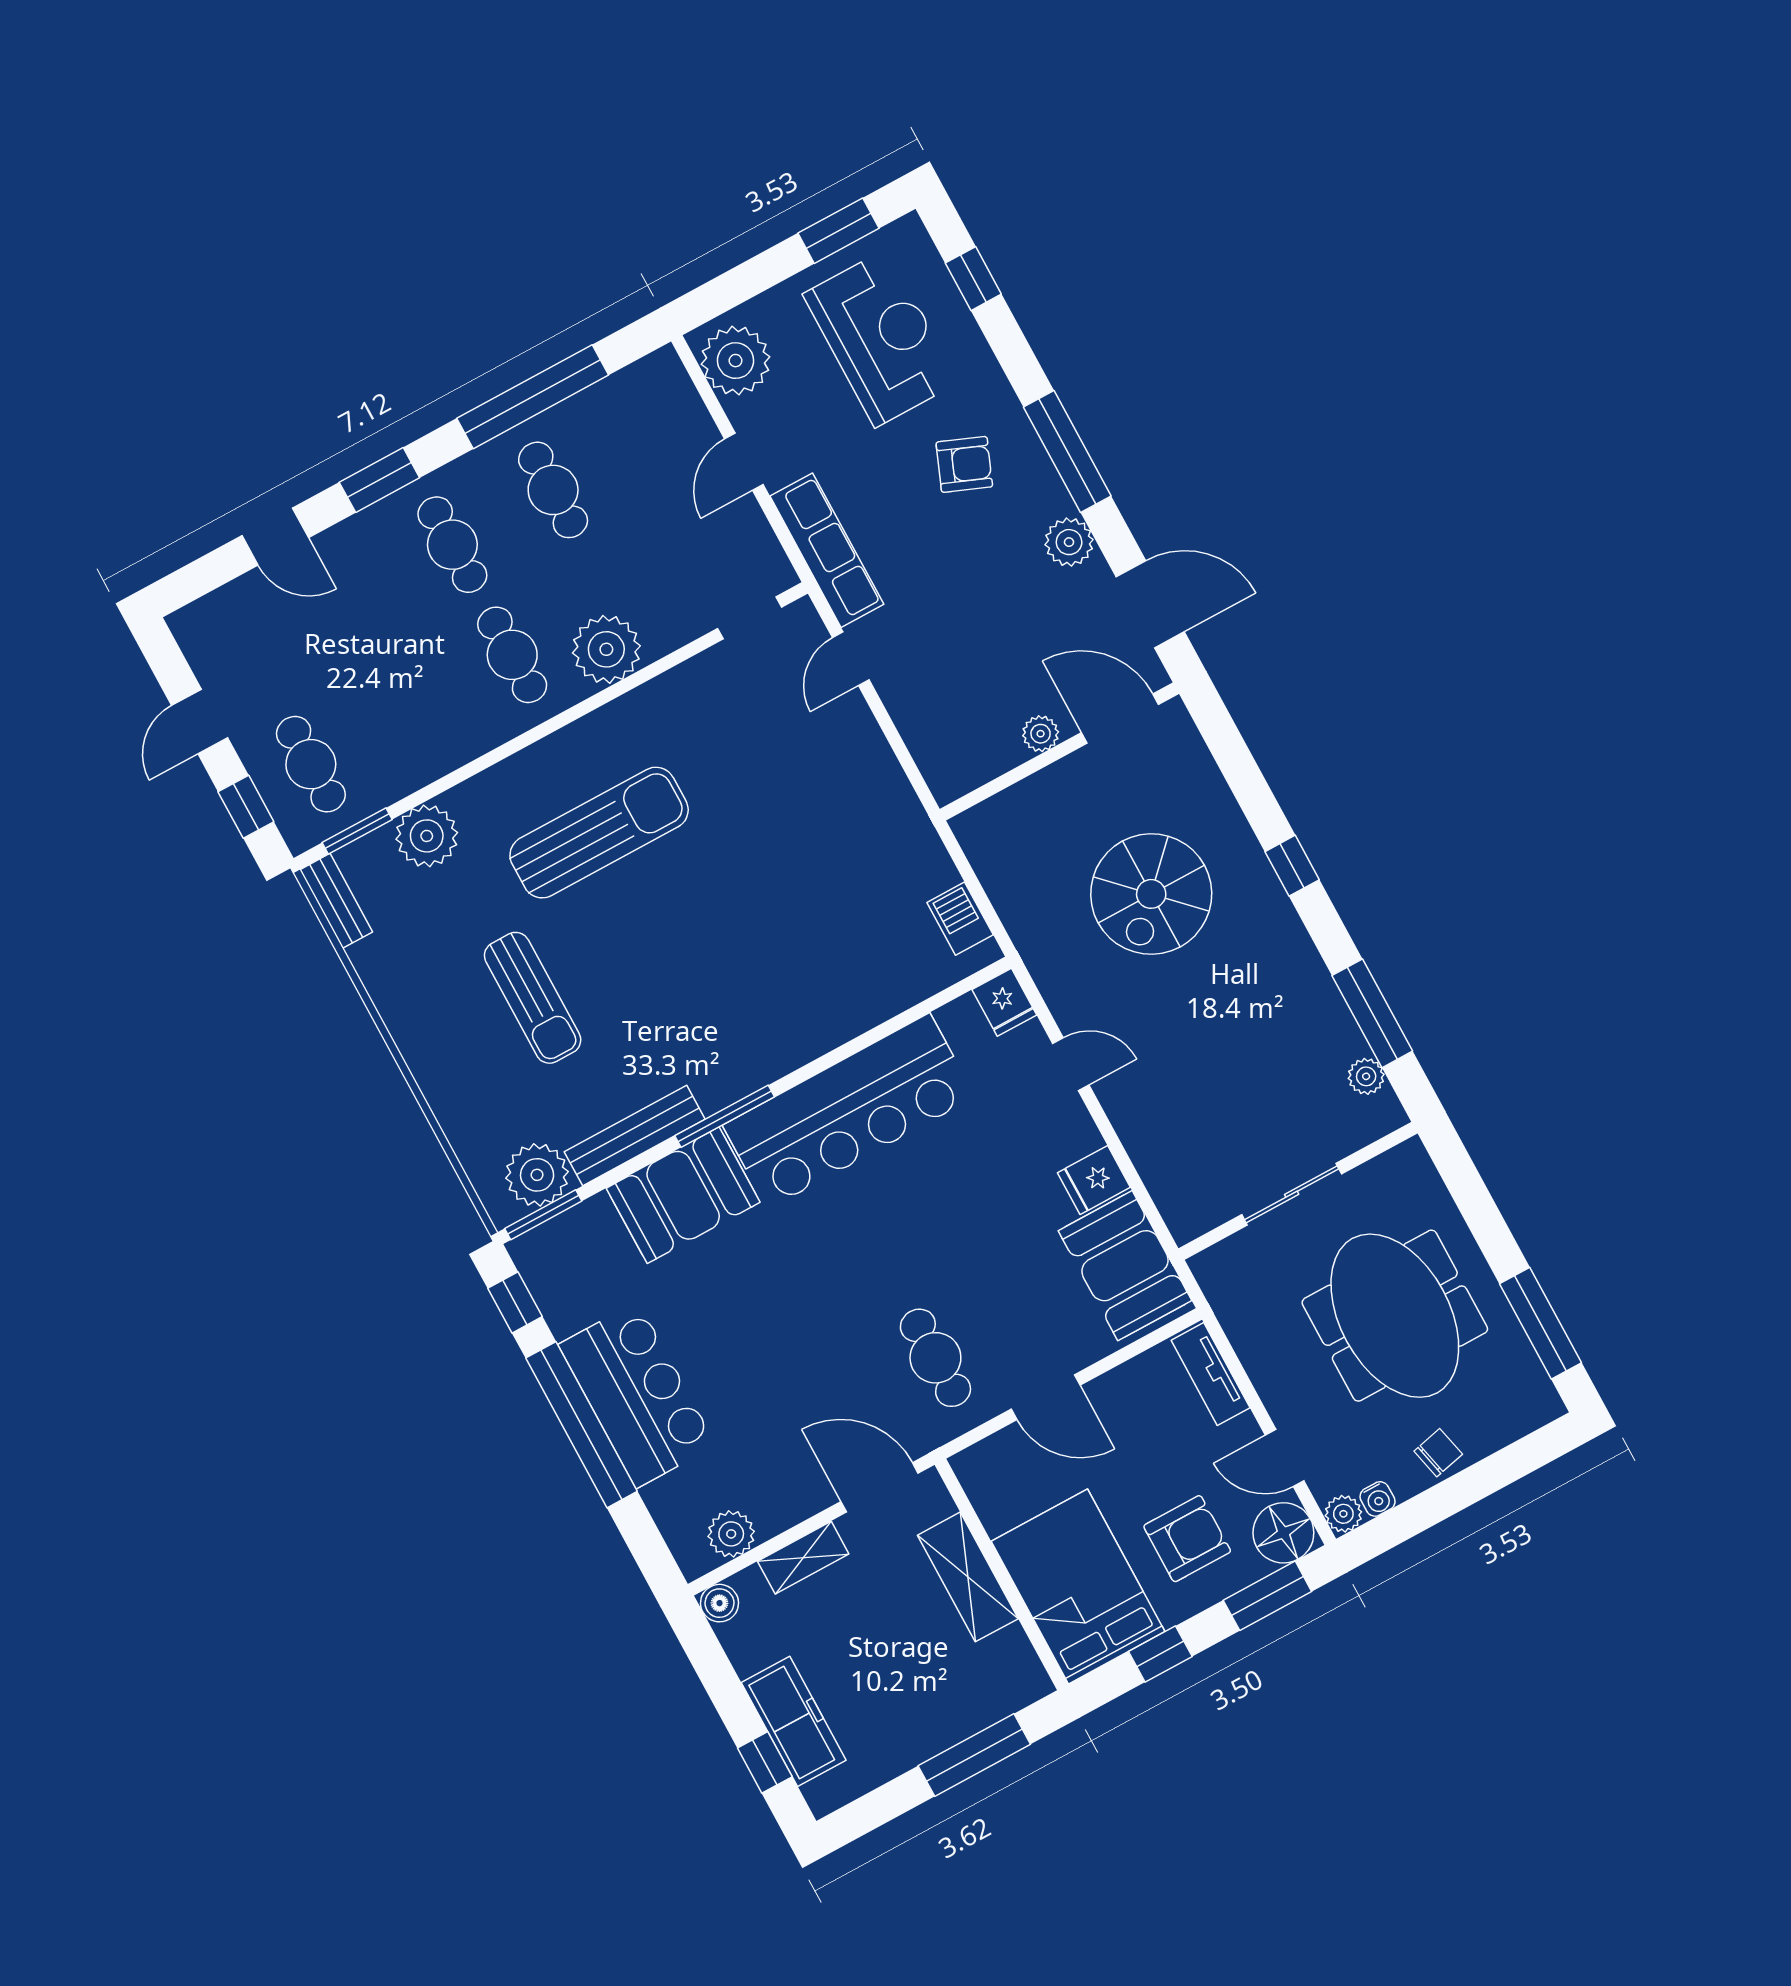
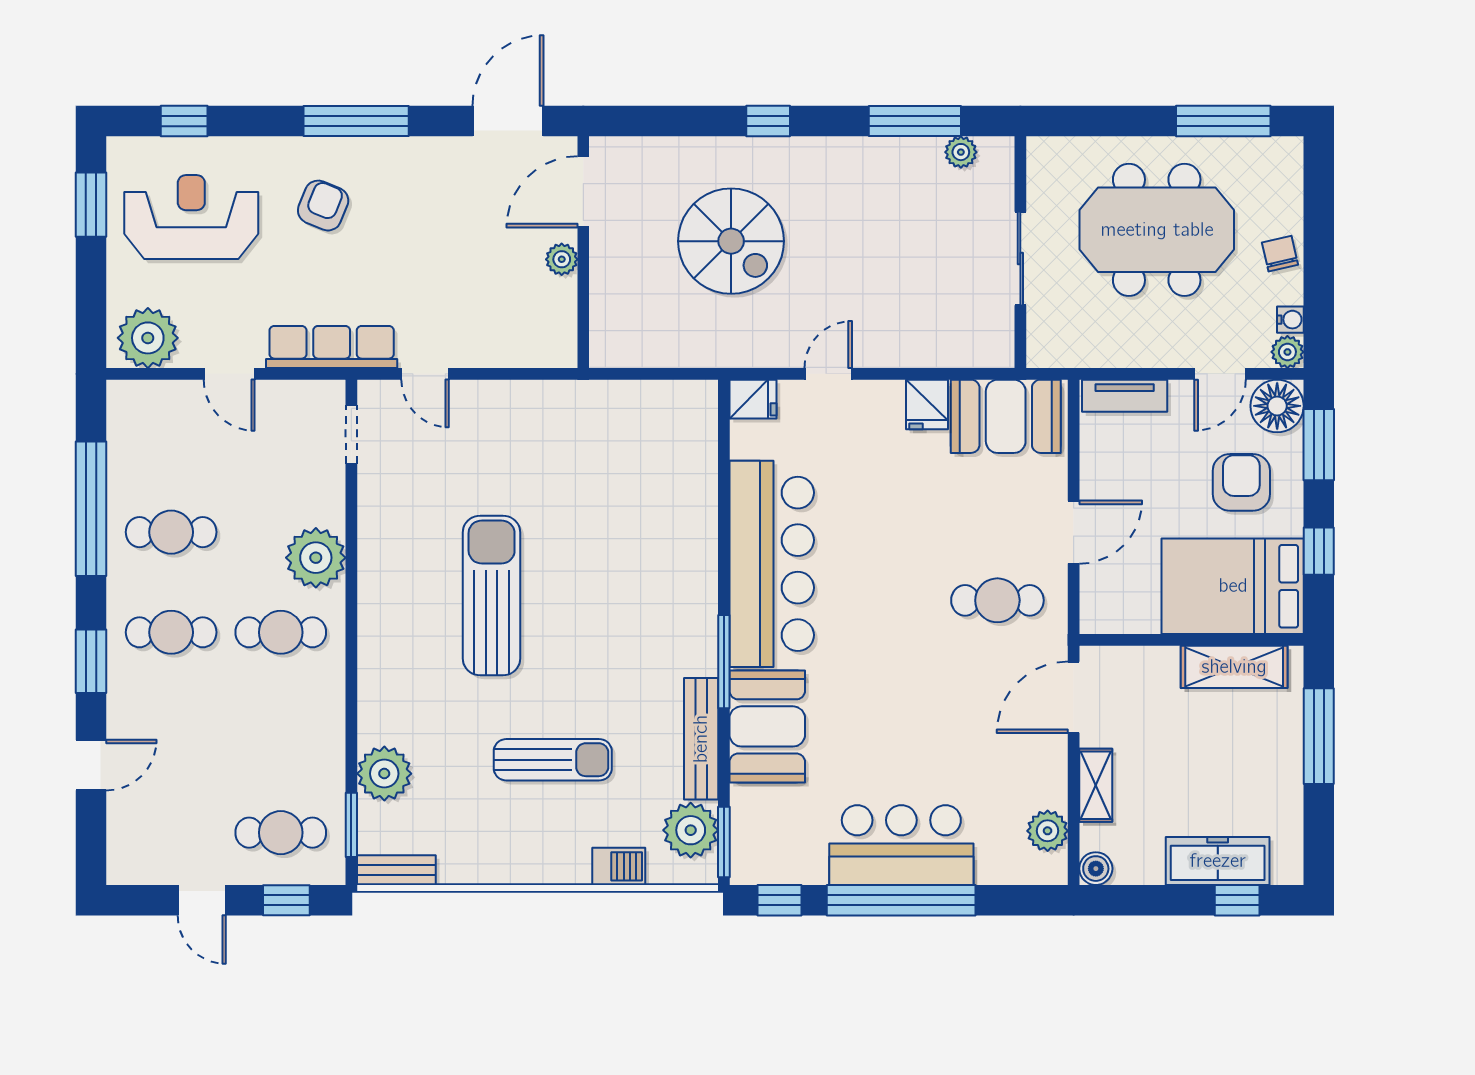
plant: (1069, 542) -> (426, 157), removed
sun lounger: (599, 833) -> (492, 595), moved
barbecue: (960, 919) -> (619, 866), moved, turned 180
shelving: (968, 1577) -> (1234, 667), moved

